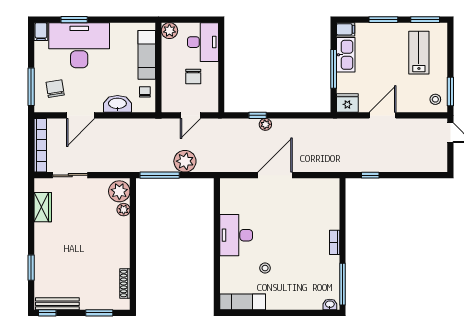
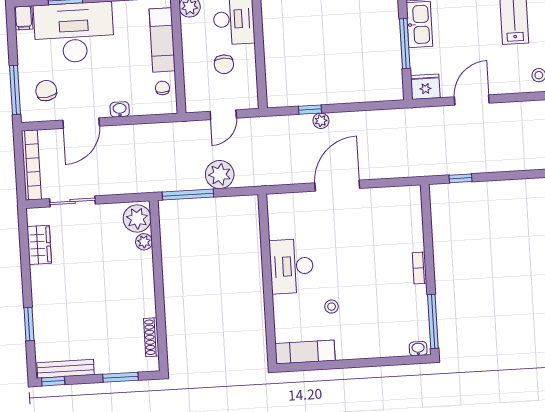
washbasin: (117, 104) -> (120, 109), width x0.52, depth x0.69

